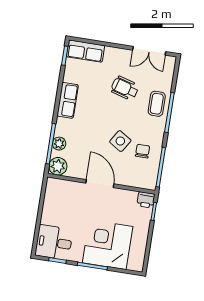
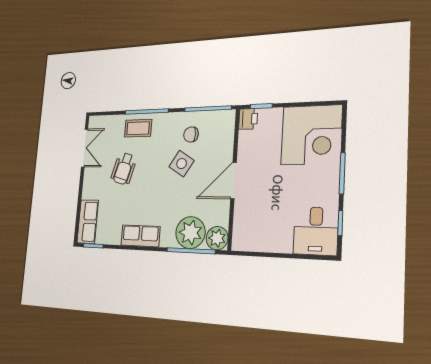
plant: (59, 144) -> (190, 233), width x1.87, depth x1.87
corner desk: (108, 245) -> (311, 135), moved, turned -90

